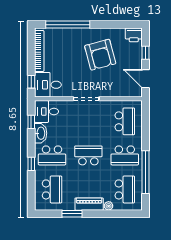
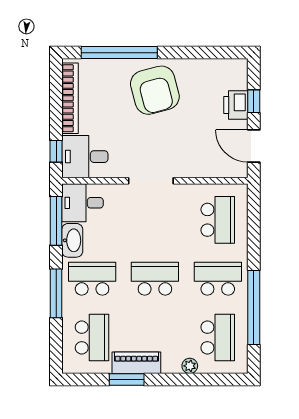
printer: (134, 35) -> (236, 105), moved, turned 90
armchair: (100, 55) -> (155, 90), moved
window: (31, 122) -> (56, 221), width x2.17
school desk: (52, 155) -> (92, 279), turned 180
school desk: (125, 155) -> (218, 279), turned 180
window: (31, 164) -> (56, 293), width x2.17
piano: (89, 204) -> (136, 363), moved

